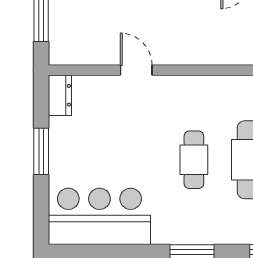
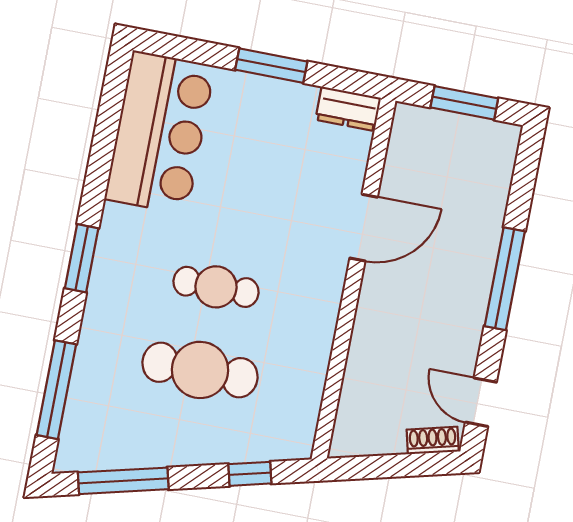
door: (136, 70) -> (364, 228), width x1.38

